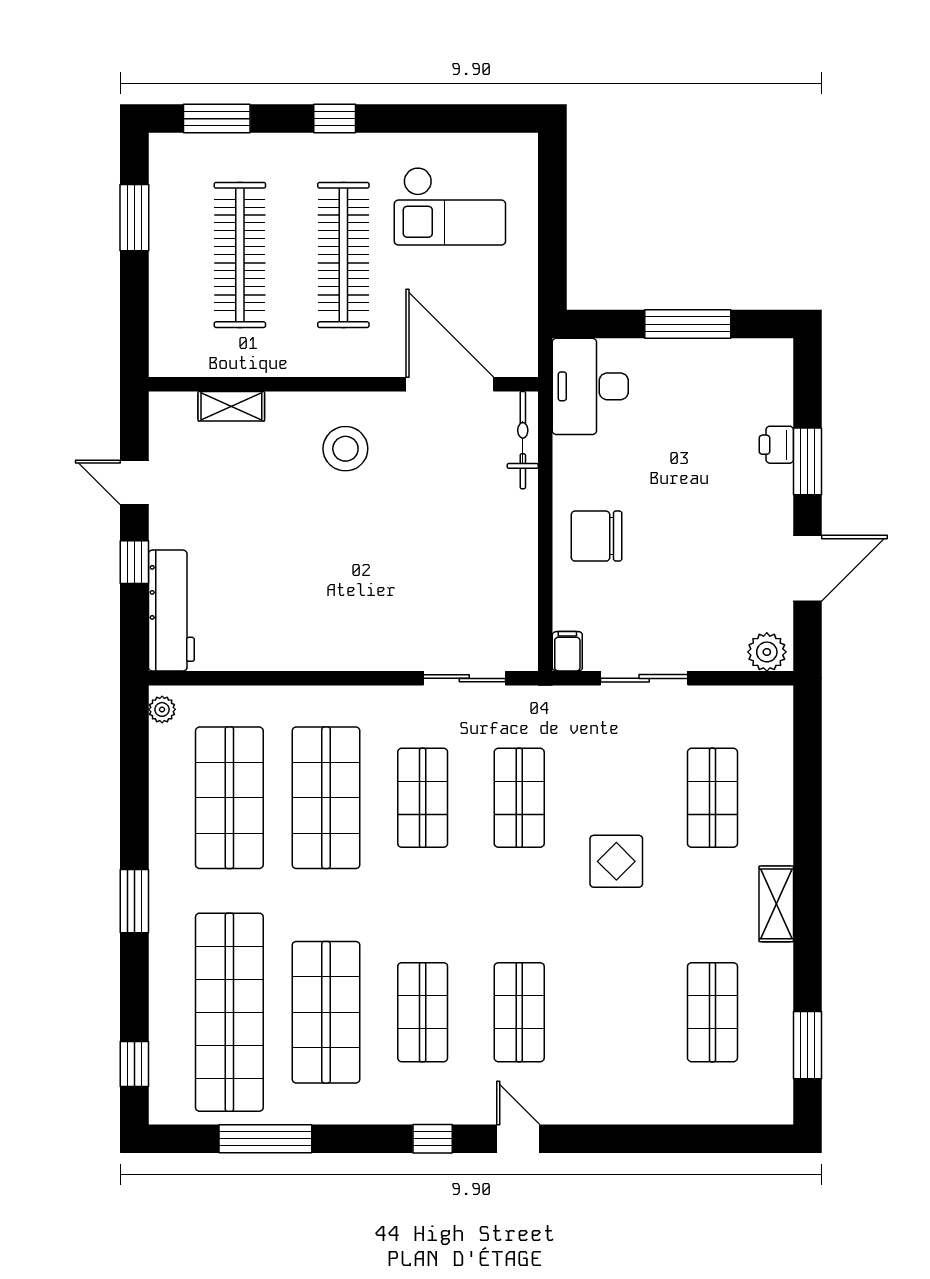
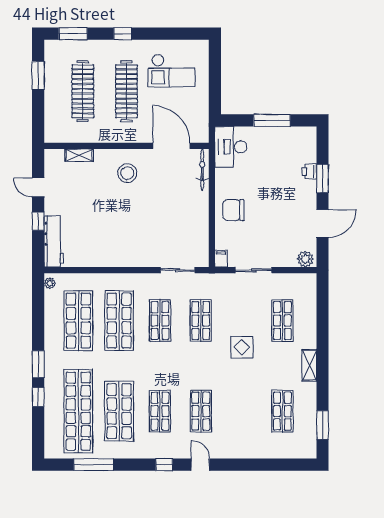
window: (134, 1064) -> (38, 397), moved

